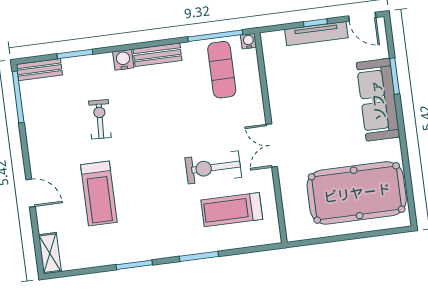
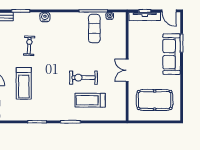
bench: (157, 55) -> (63, 17), removed
wall: (271, 138) -> (127, 66), moved
double door: (272, 145) -> (127, 70), moved
pool table: (357, 193) -> (155, 100), width x0.73, depth x0.76

